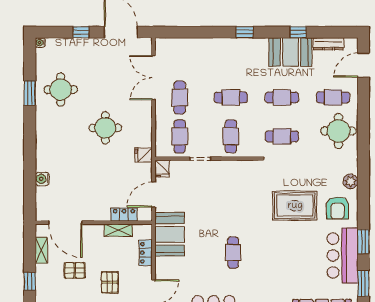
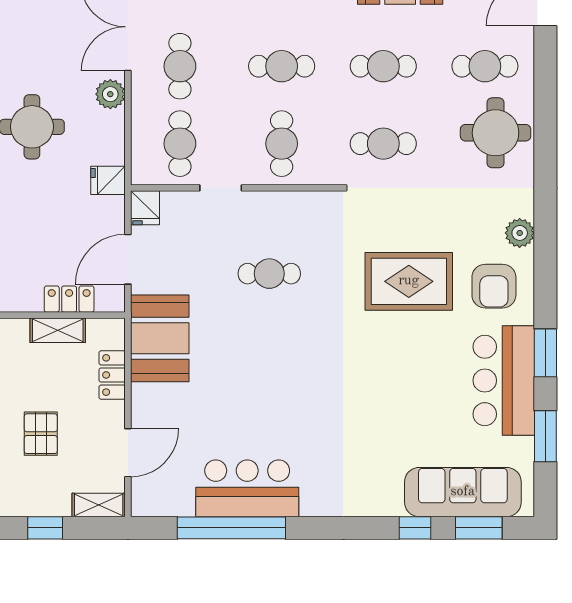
plant: (145, 112) -> (110, 94), added
cafe table: (233, 252) -> (269, 274), moved, turned 90

